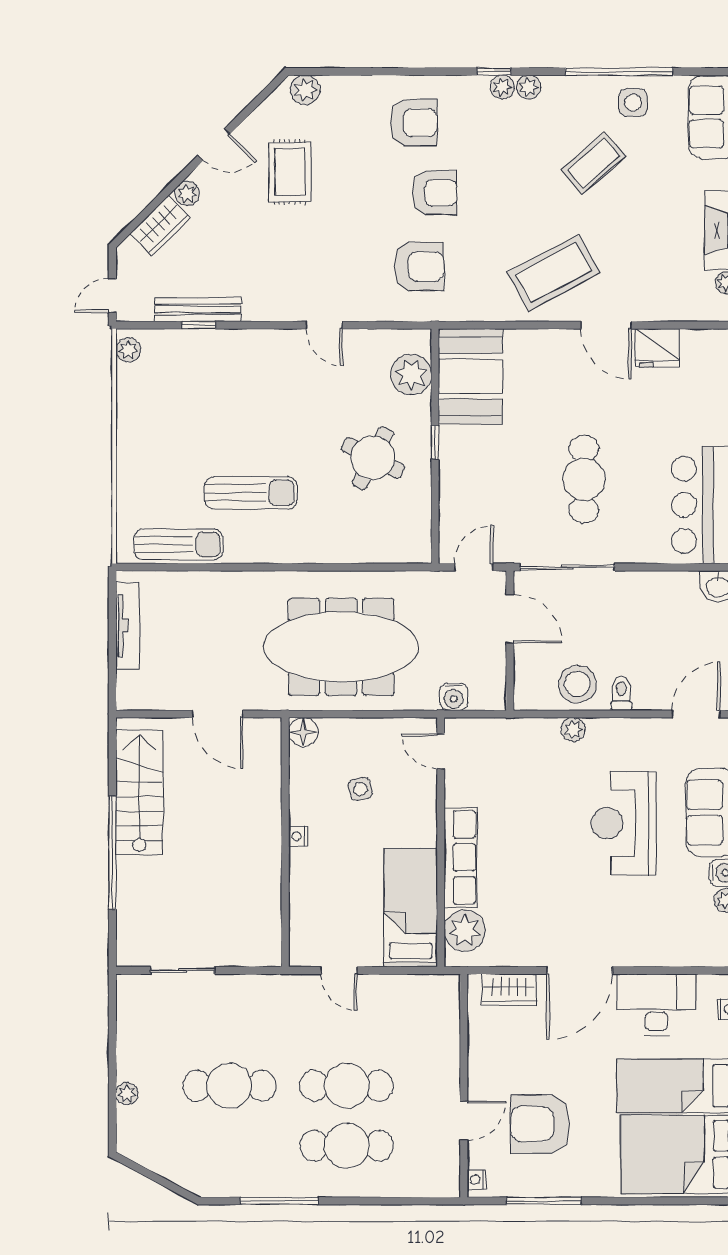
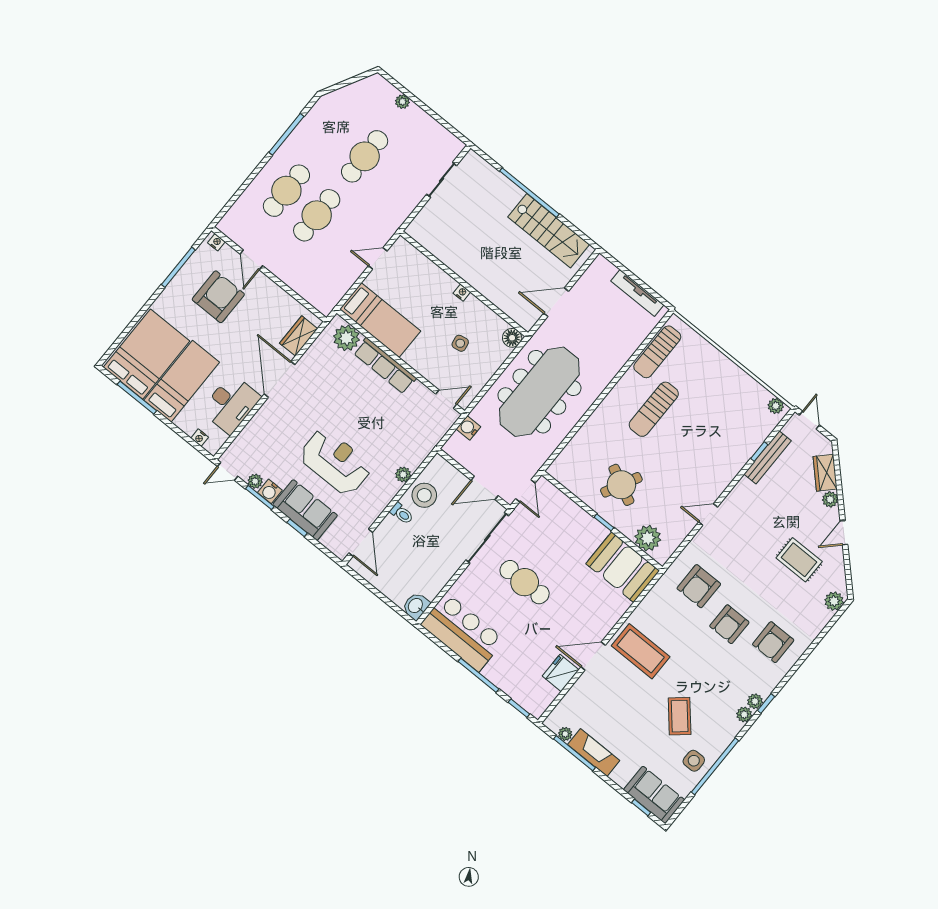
coffee table: (554, 273) -> (641, 651), turned -62

